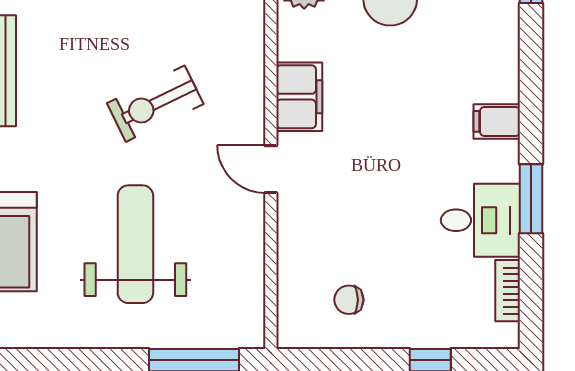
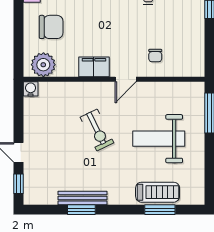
chair: (349, 300) -> (155, 56), moved

